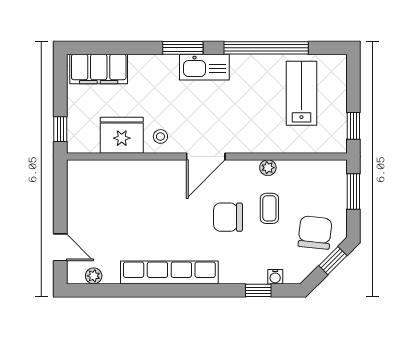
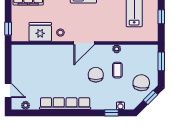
window: (353, 126) -> (161, 17), moved
chair: (228, 217) -> (96, 75), turned 90

